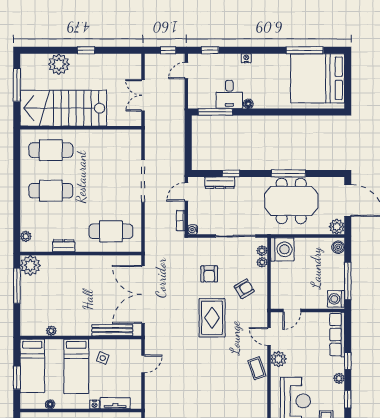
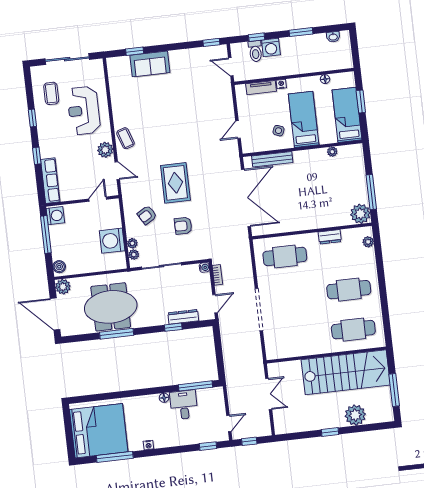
nightstand: (246, 58) -> (148, 445), moved
washing machine: (282, 249) -> (112, 241), moved
armchair: (209, 274) -> (183, 226), turned -90
plant: (339, 378) -> (43, 138), removed

